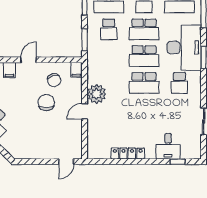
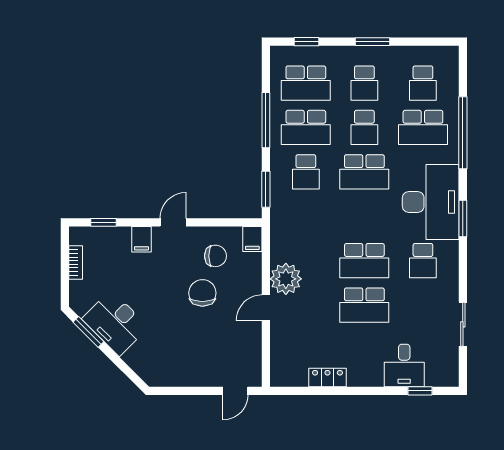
school desk: (144, 56) -> (364, 305), moved
chair: (54, 80) -> (215, 256), turned -74
locker: (128, 154) -> (327, 377), width x0.66

